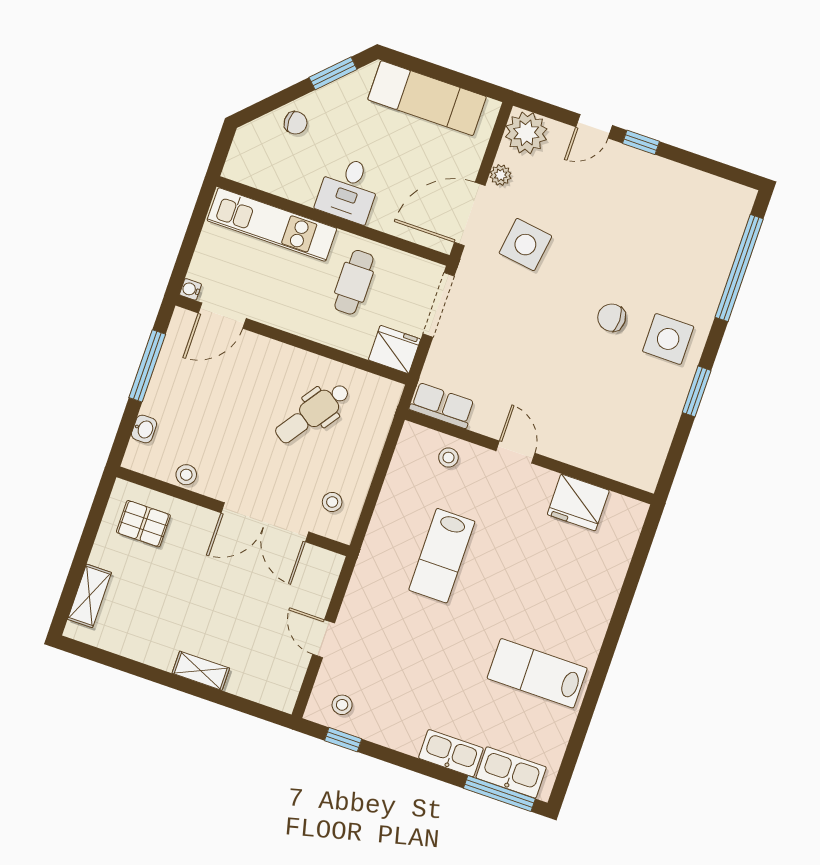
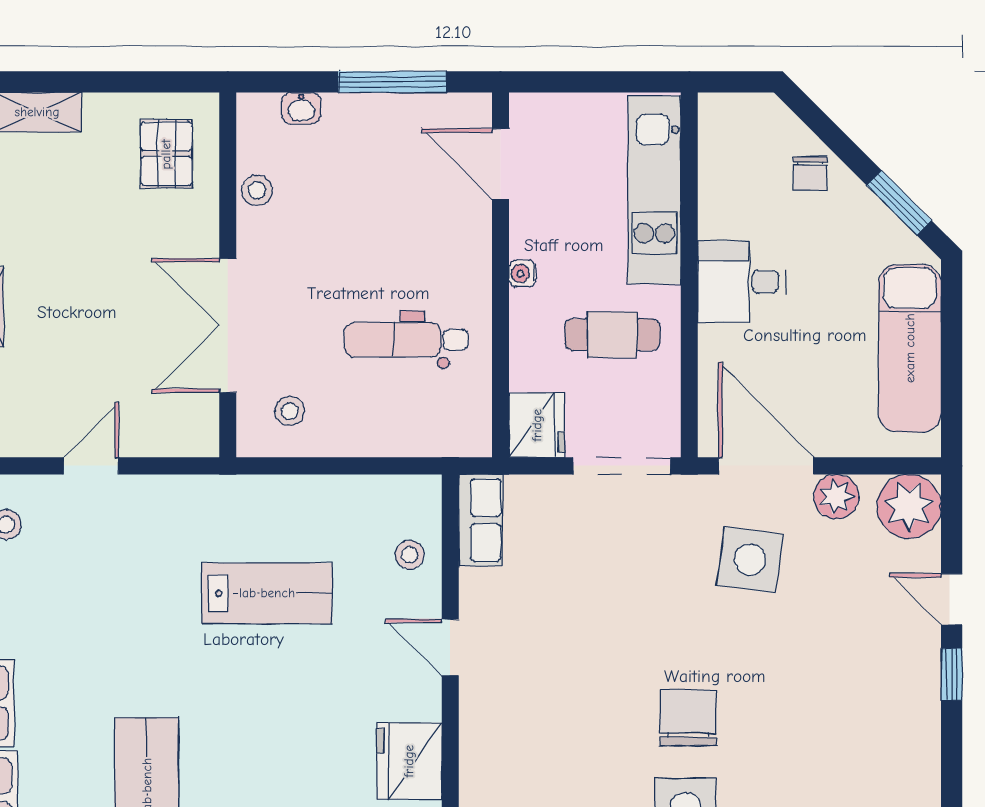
plant: (501, 175) -> (836, 497), width x1.38, depth x1.38
water cooler: (190, 289) -> (522, 273), moved, turned -90
chair: (612, 318) -> (688, 718), width x1.37, depth x1.37
dental chair: (312, 413) -> (406, 340), turned -35
door: (516, 452) -> (450, 647), swing flipped
lab bench: (442, 556) -> (267, 593), turned 180

